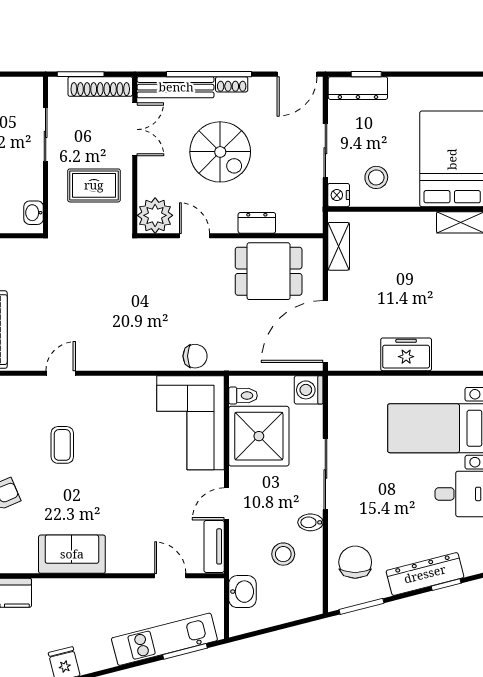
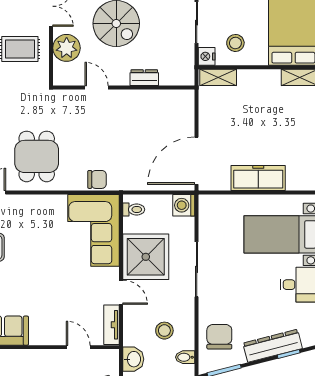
plant: (155, 215) -> (67, 48), moved
shelving: (339, 246) -> (218, 77), moved, turned 90
dining table: (269, 271) -> (37, 156), moved, turned 90
freezer: (406, 354) -> (258, 178), width x1.40
shower: (259, 436) -> (146, 257), moved
door: (226, 504) -> (121, 292), swing flipped
bidet: (310, 522) -> (185, 357), moved

